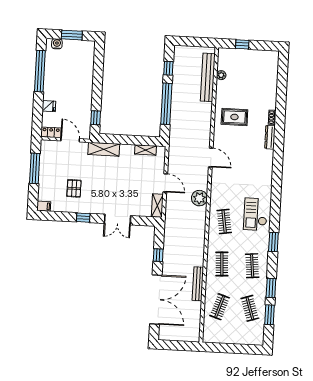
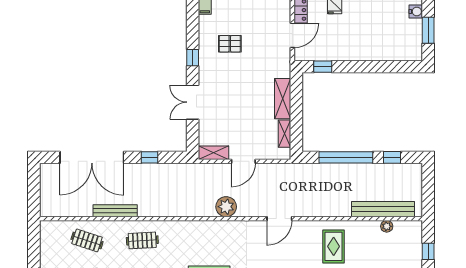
shelving: (104, 149) -> (283, 99), moved
clothes rail: (224, 221) -> (198, 240), removed

